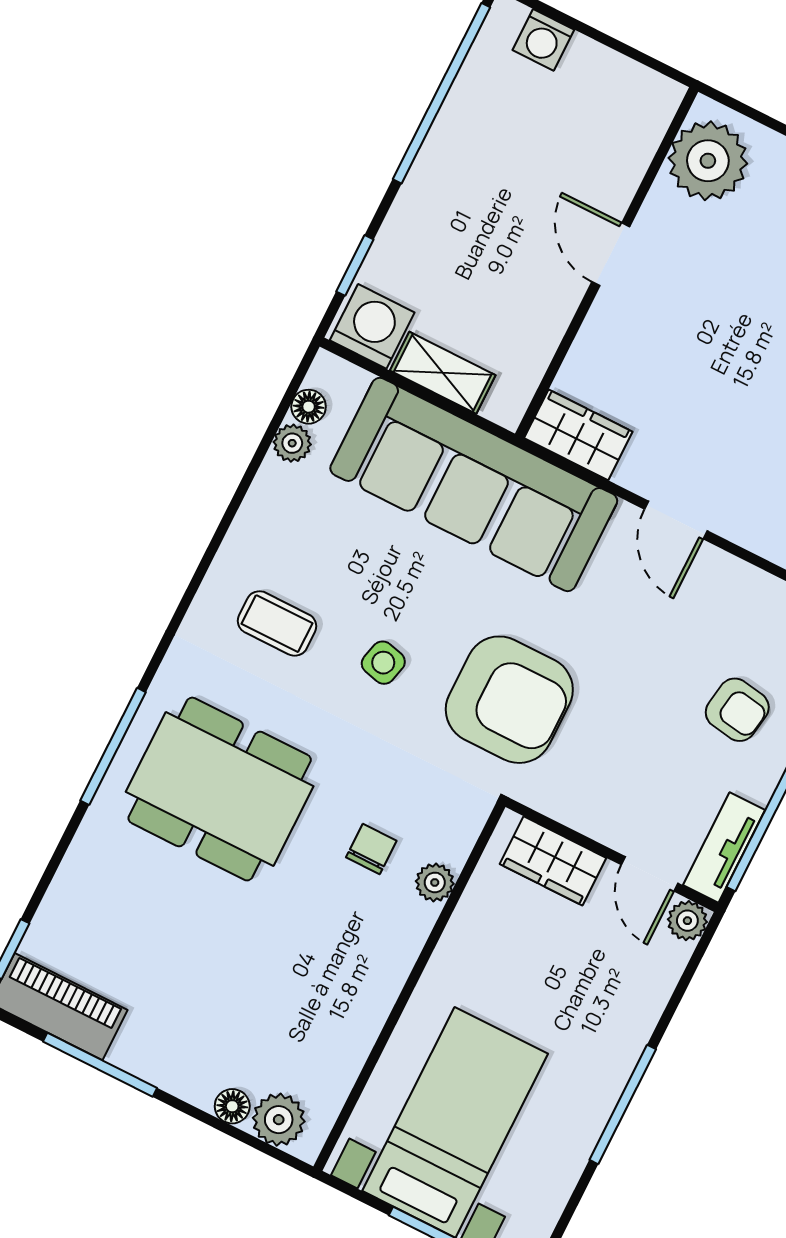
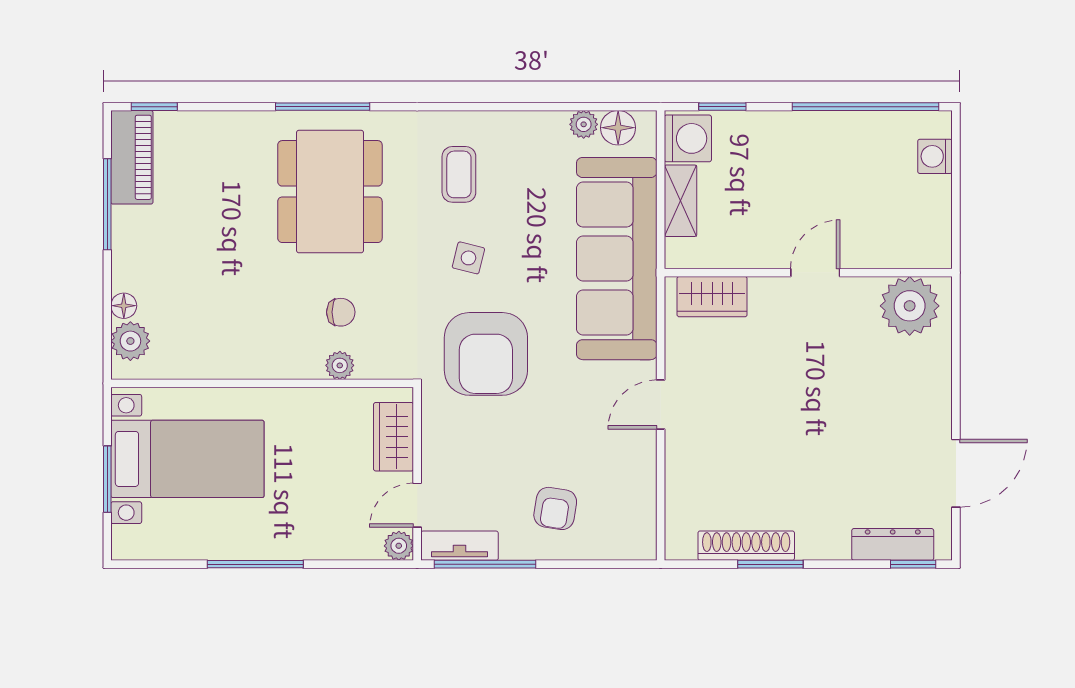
floor lamp: (309, 407) -> (618, 128), width x1.37, depth x1.37
wardrobe: (578, 435) -> (712, 297), moved, turned 90

